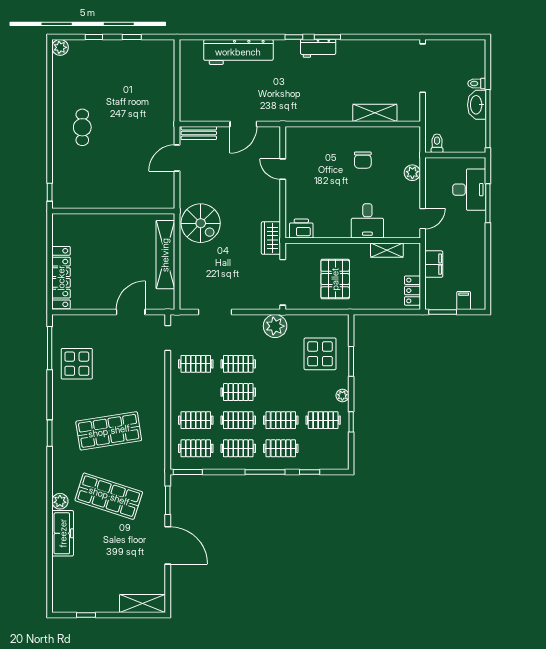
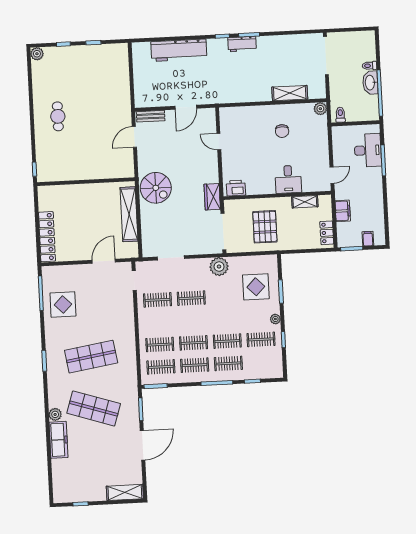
plant: (412, 173) -> (320, 109), moved
clothes rail: (238, 392) -> (192, 320), removed
door: (168, 545) -> (143, 445), hinge flipped

